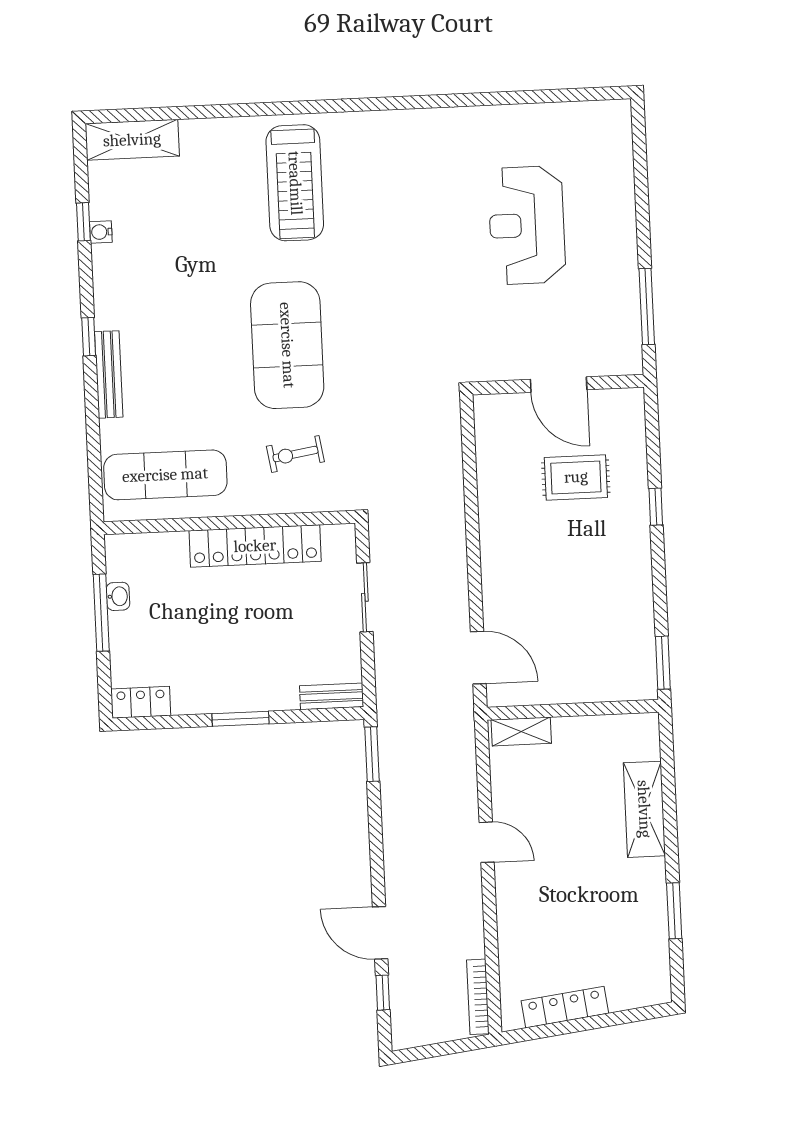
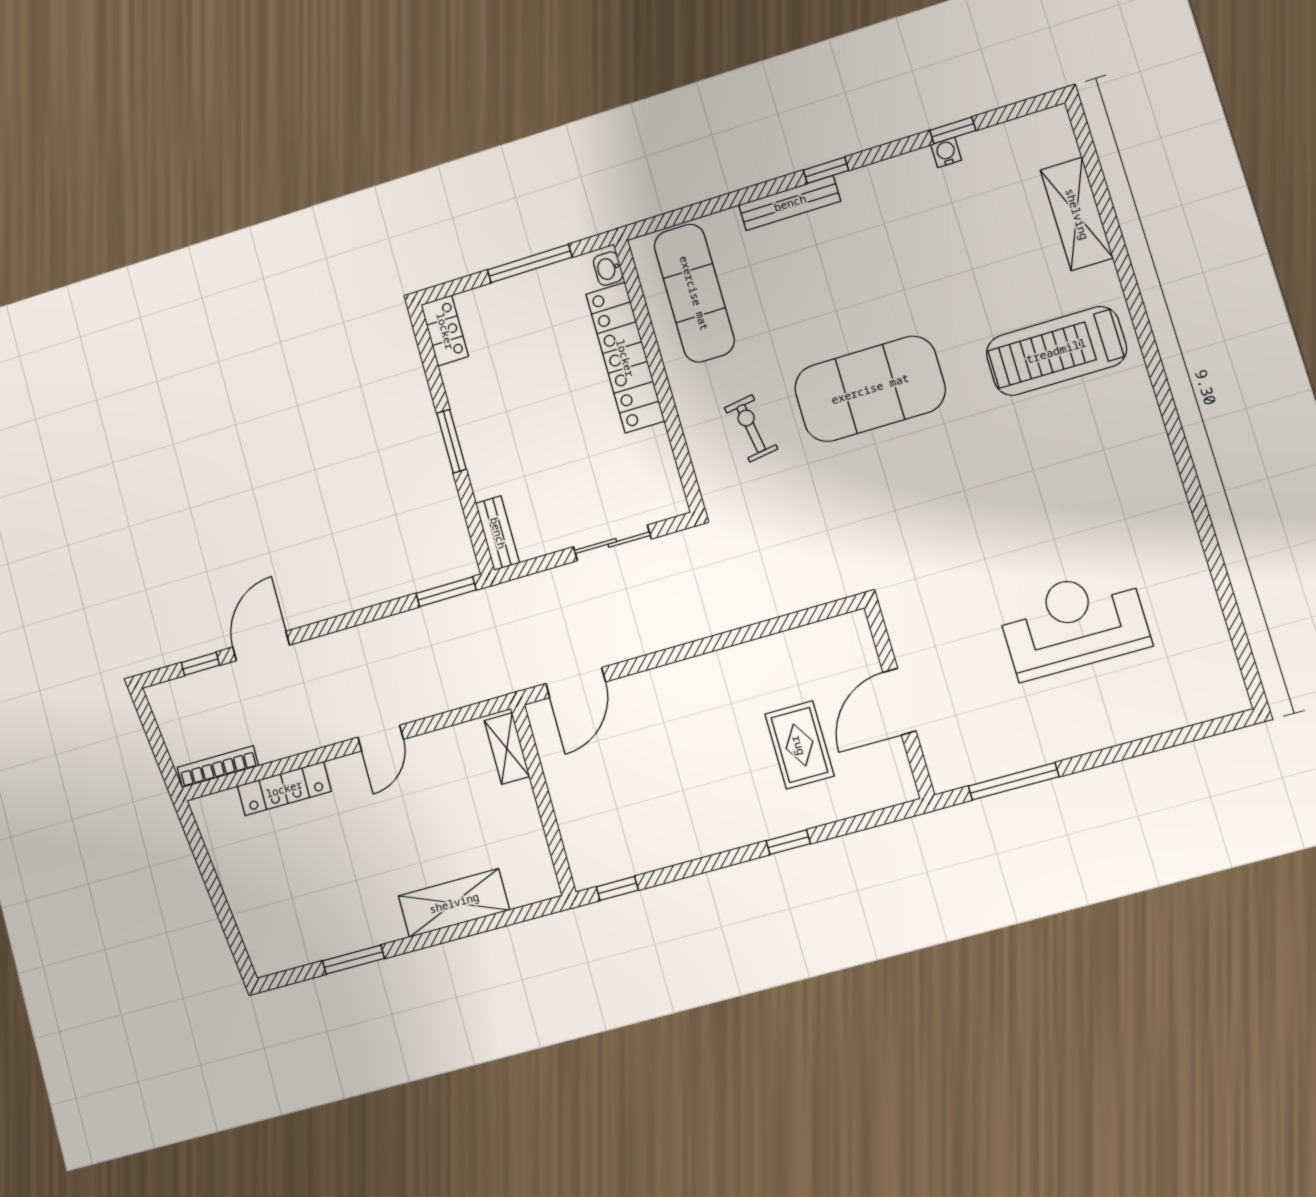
shelving: (132, 140) -> (1077, 214), moved
locker: (255, 546) -> (625, 358), moved
washbasin: (118, 596) -> (608, 269), moved, turned 90
window: (663, 663) -> (617, 888), width x0.67
locker: (565, 1007) -> (284, 789), moved, turned 97

